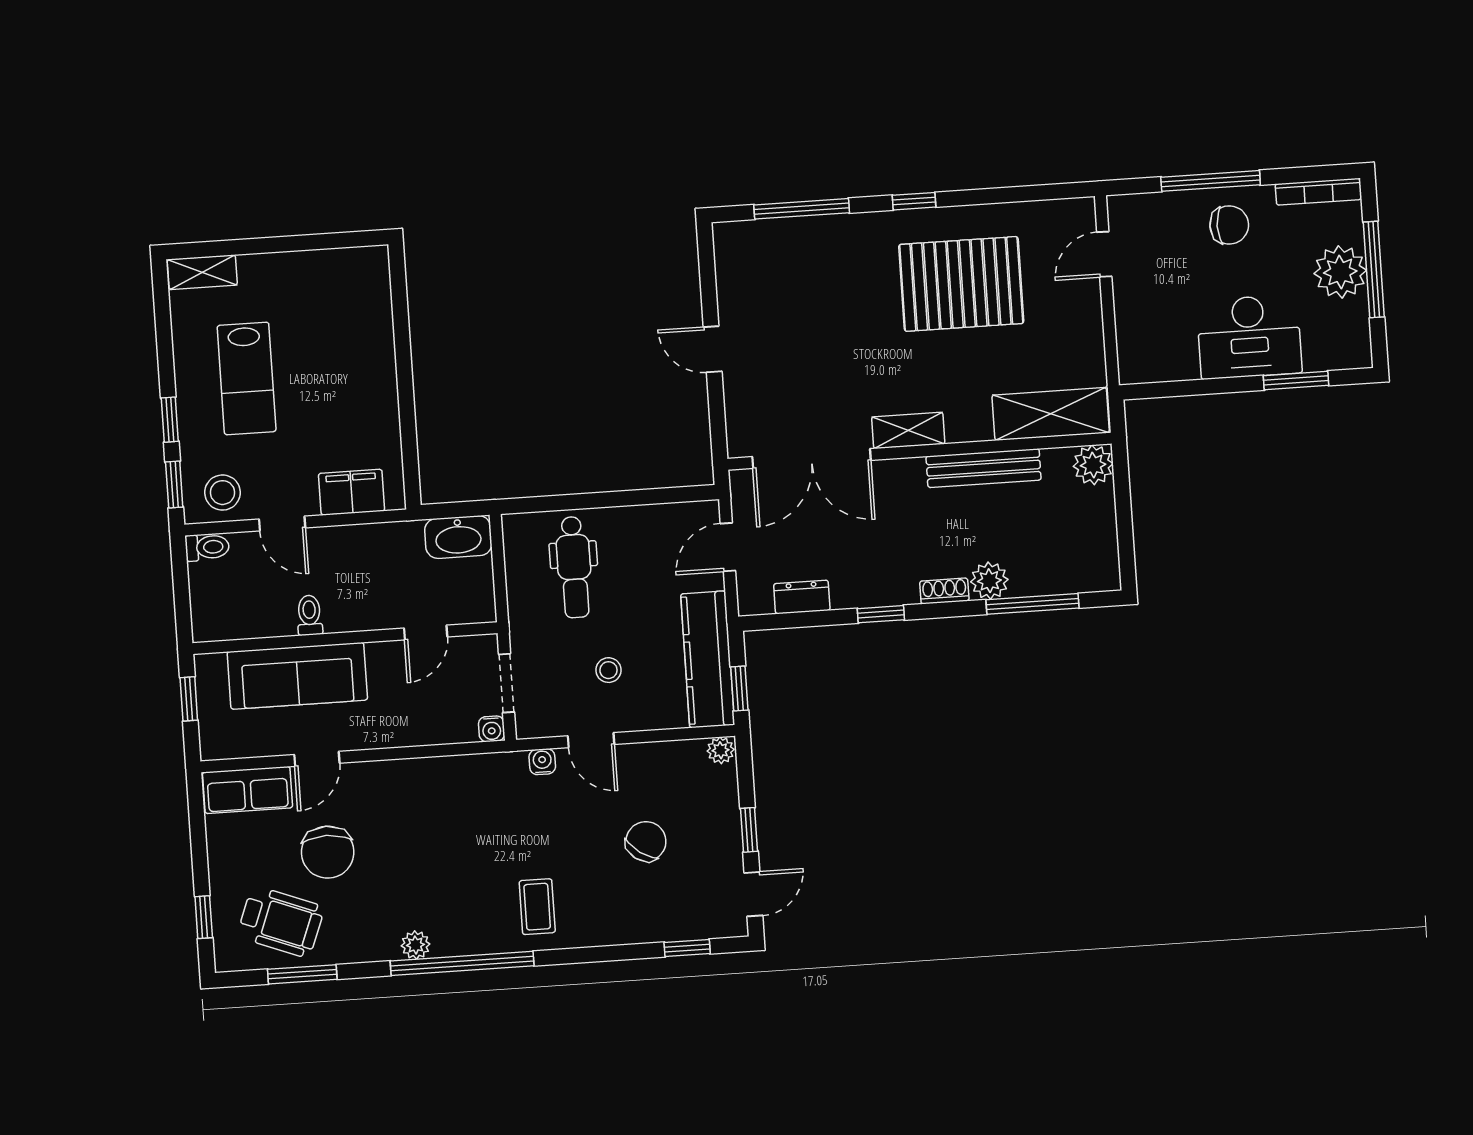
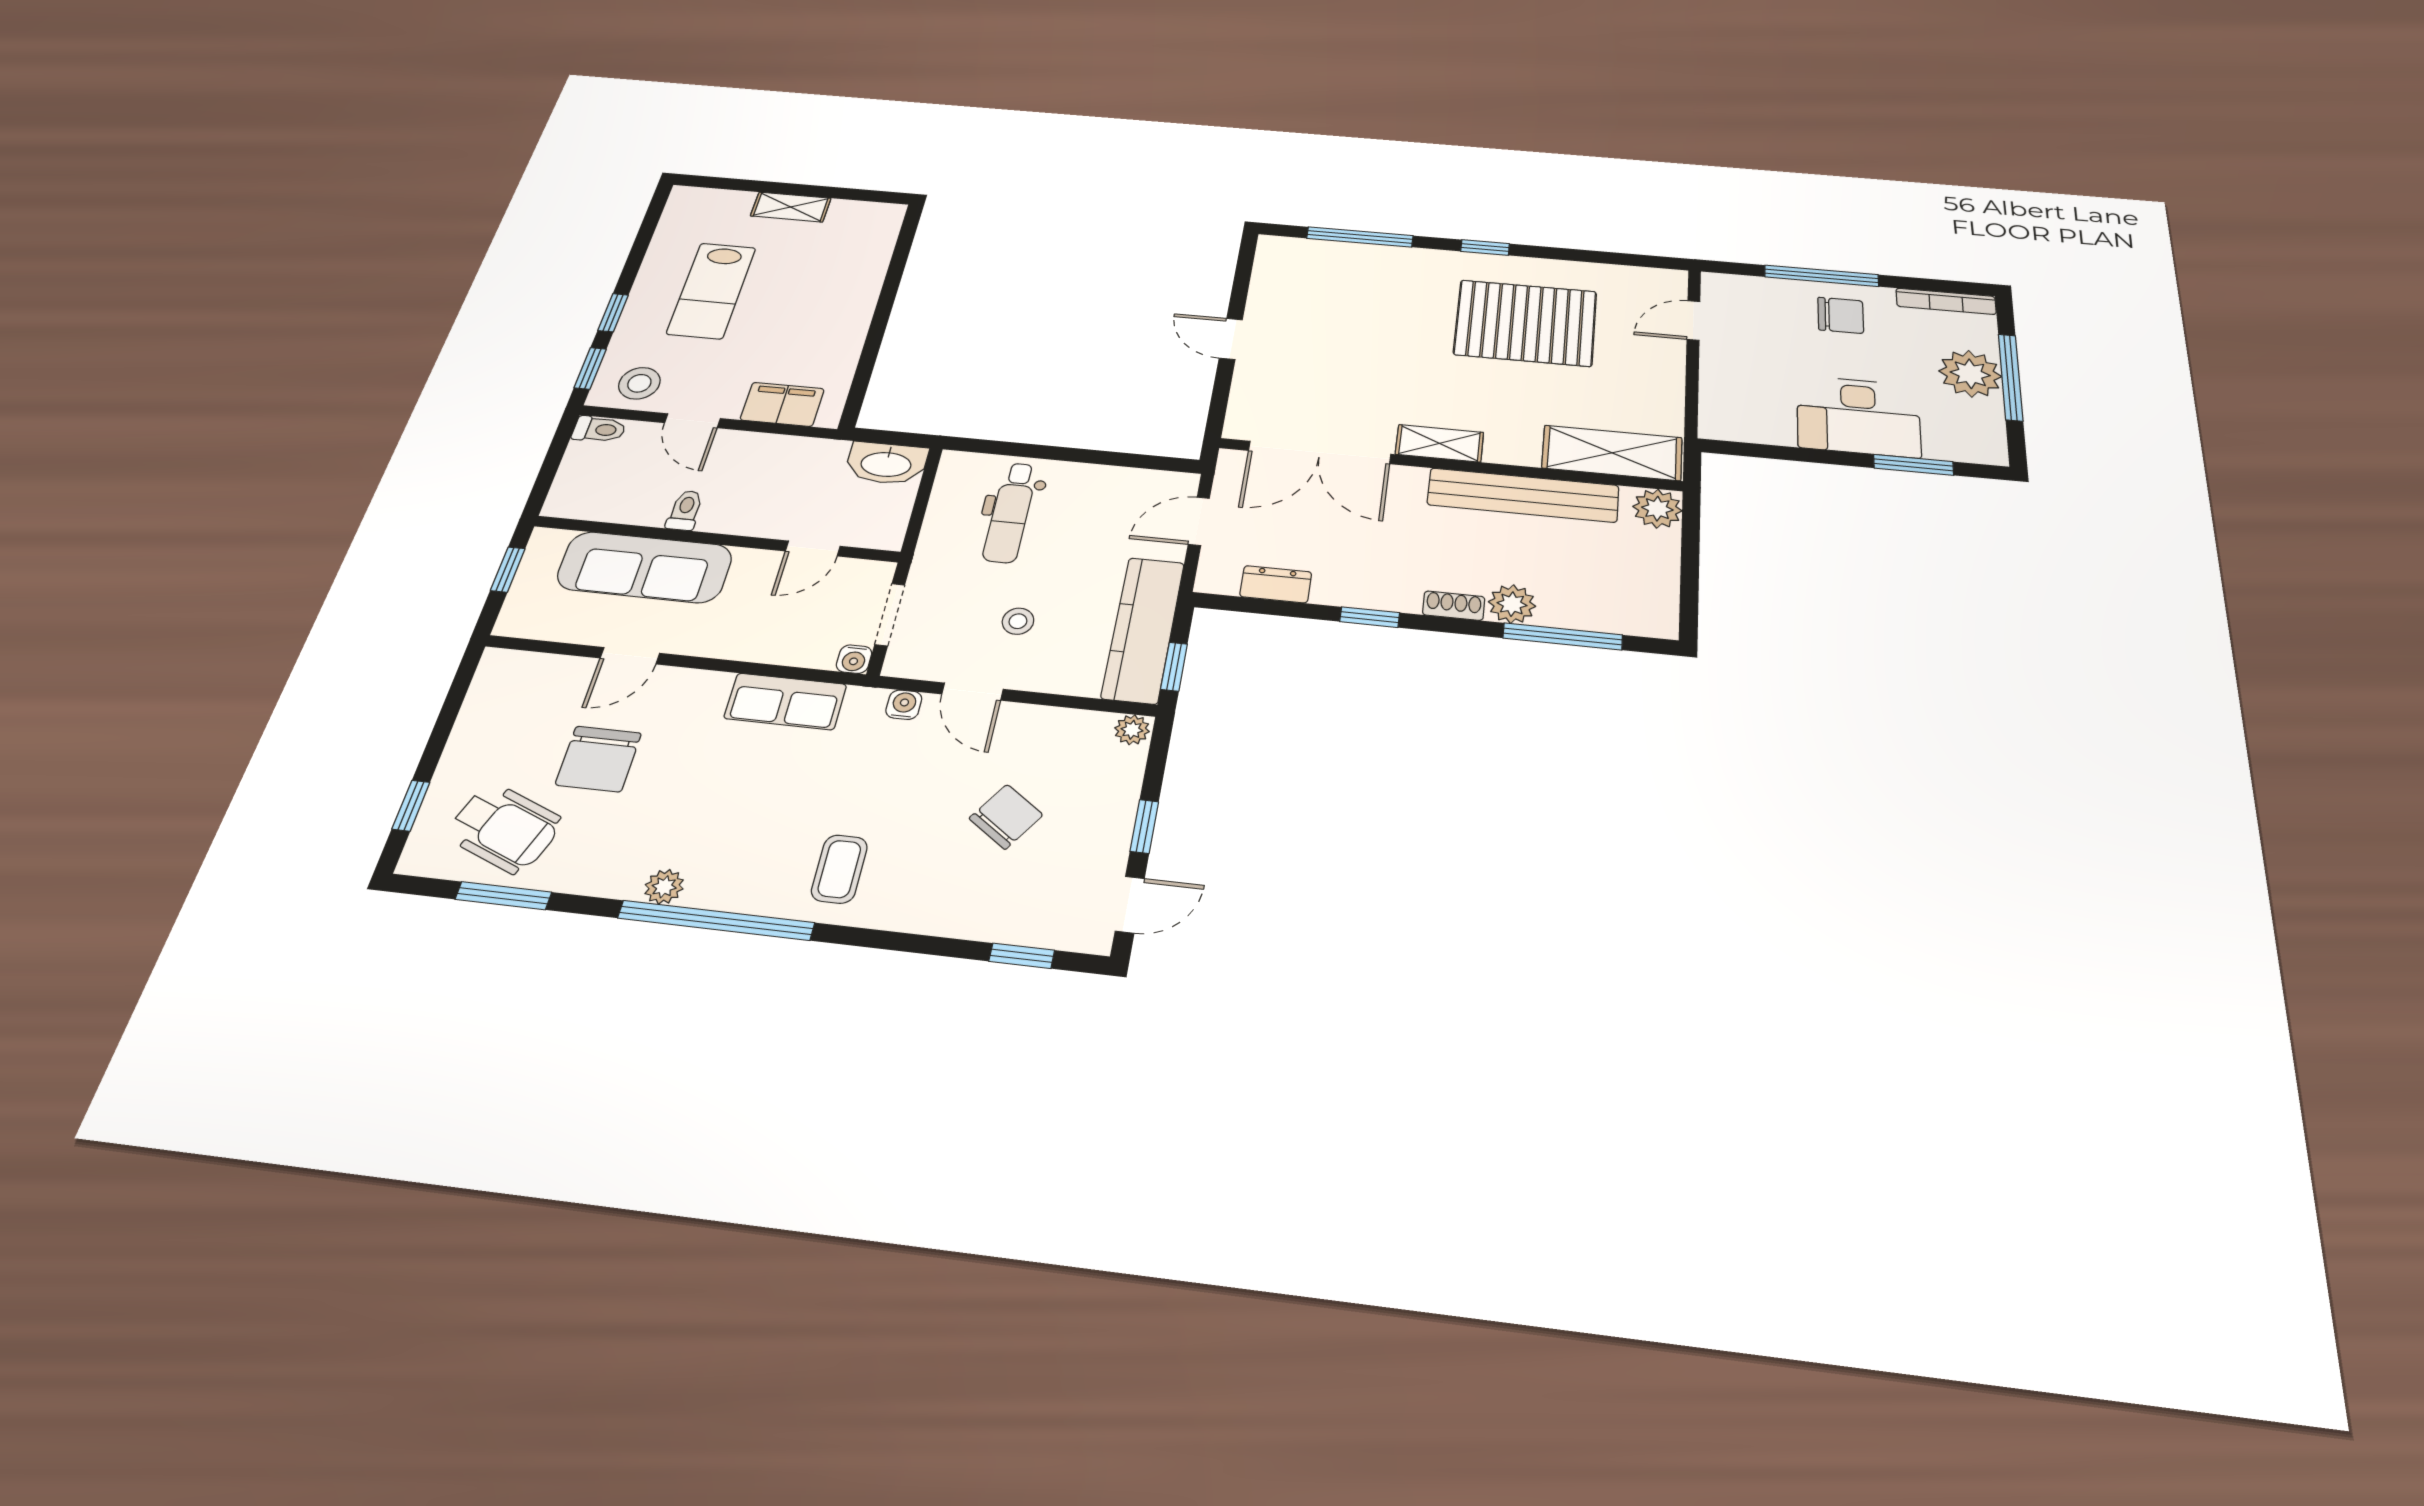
shelving: (202, 272) -> (791, 207), moved
bench: (984, 468) -> (1523, 495), width x1.37, depth x1.21
row of seats: (248, 790) -> (785, 701), moved

